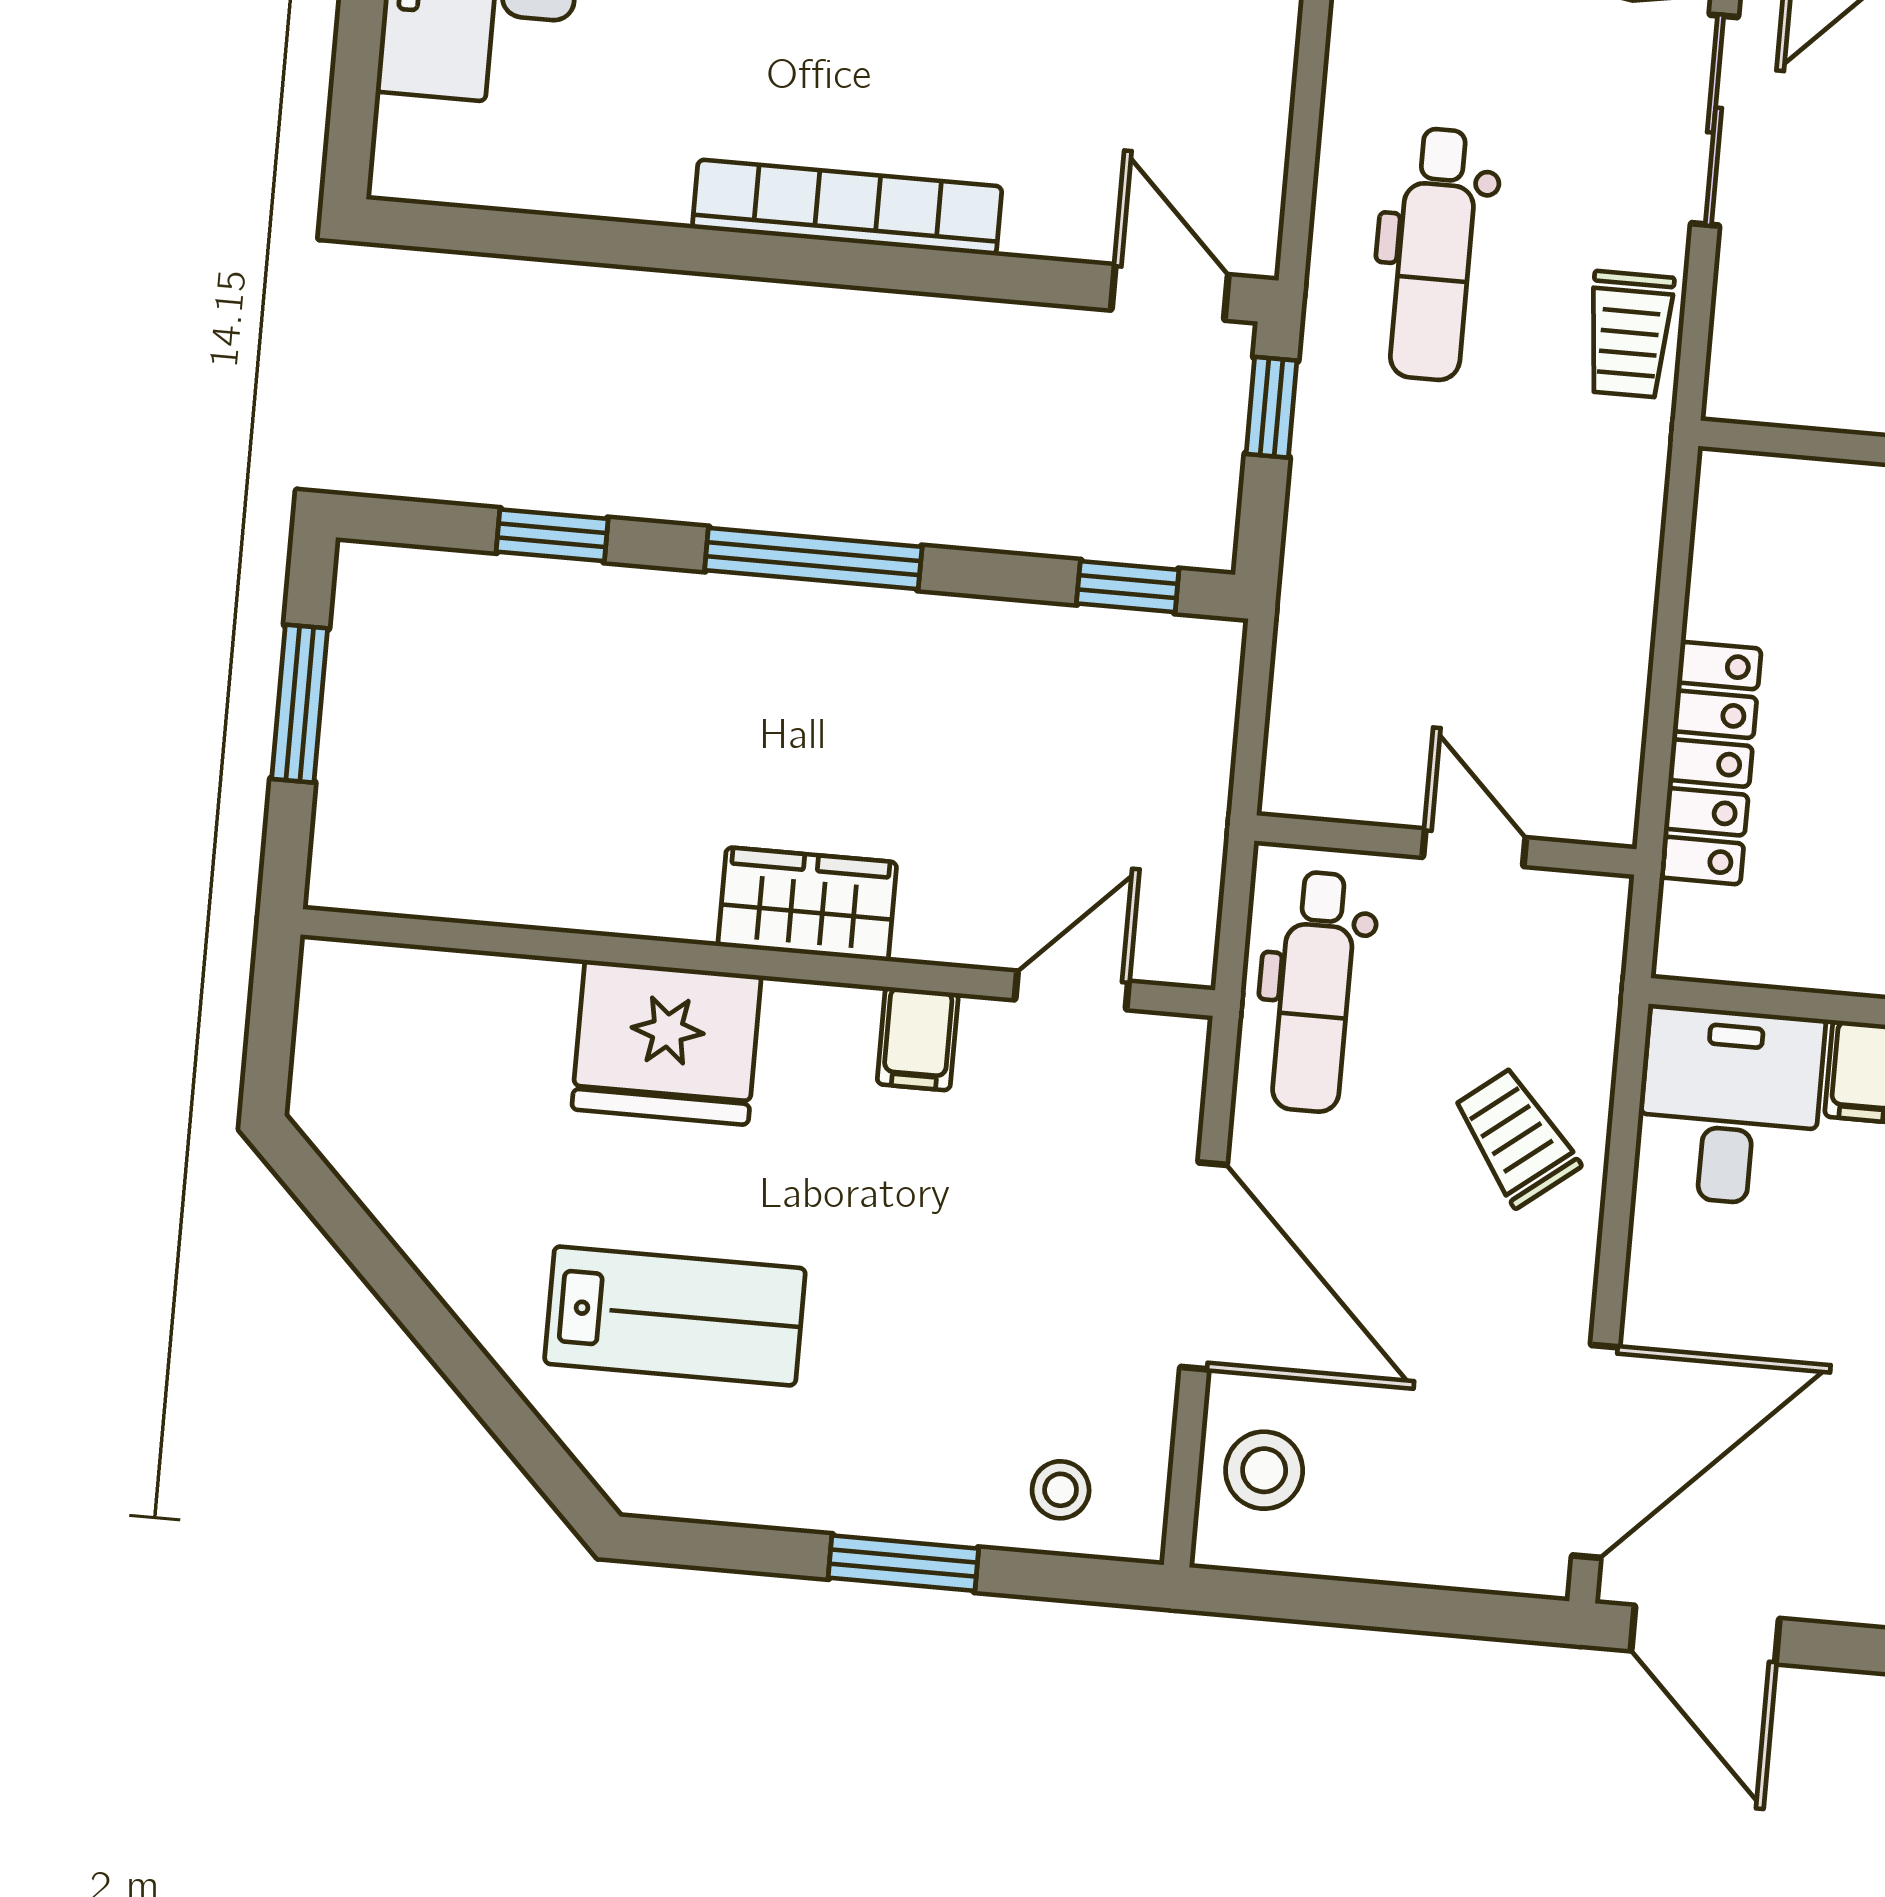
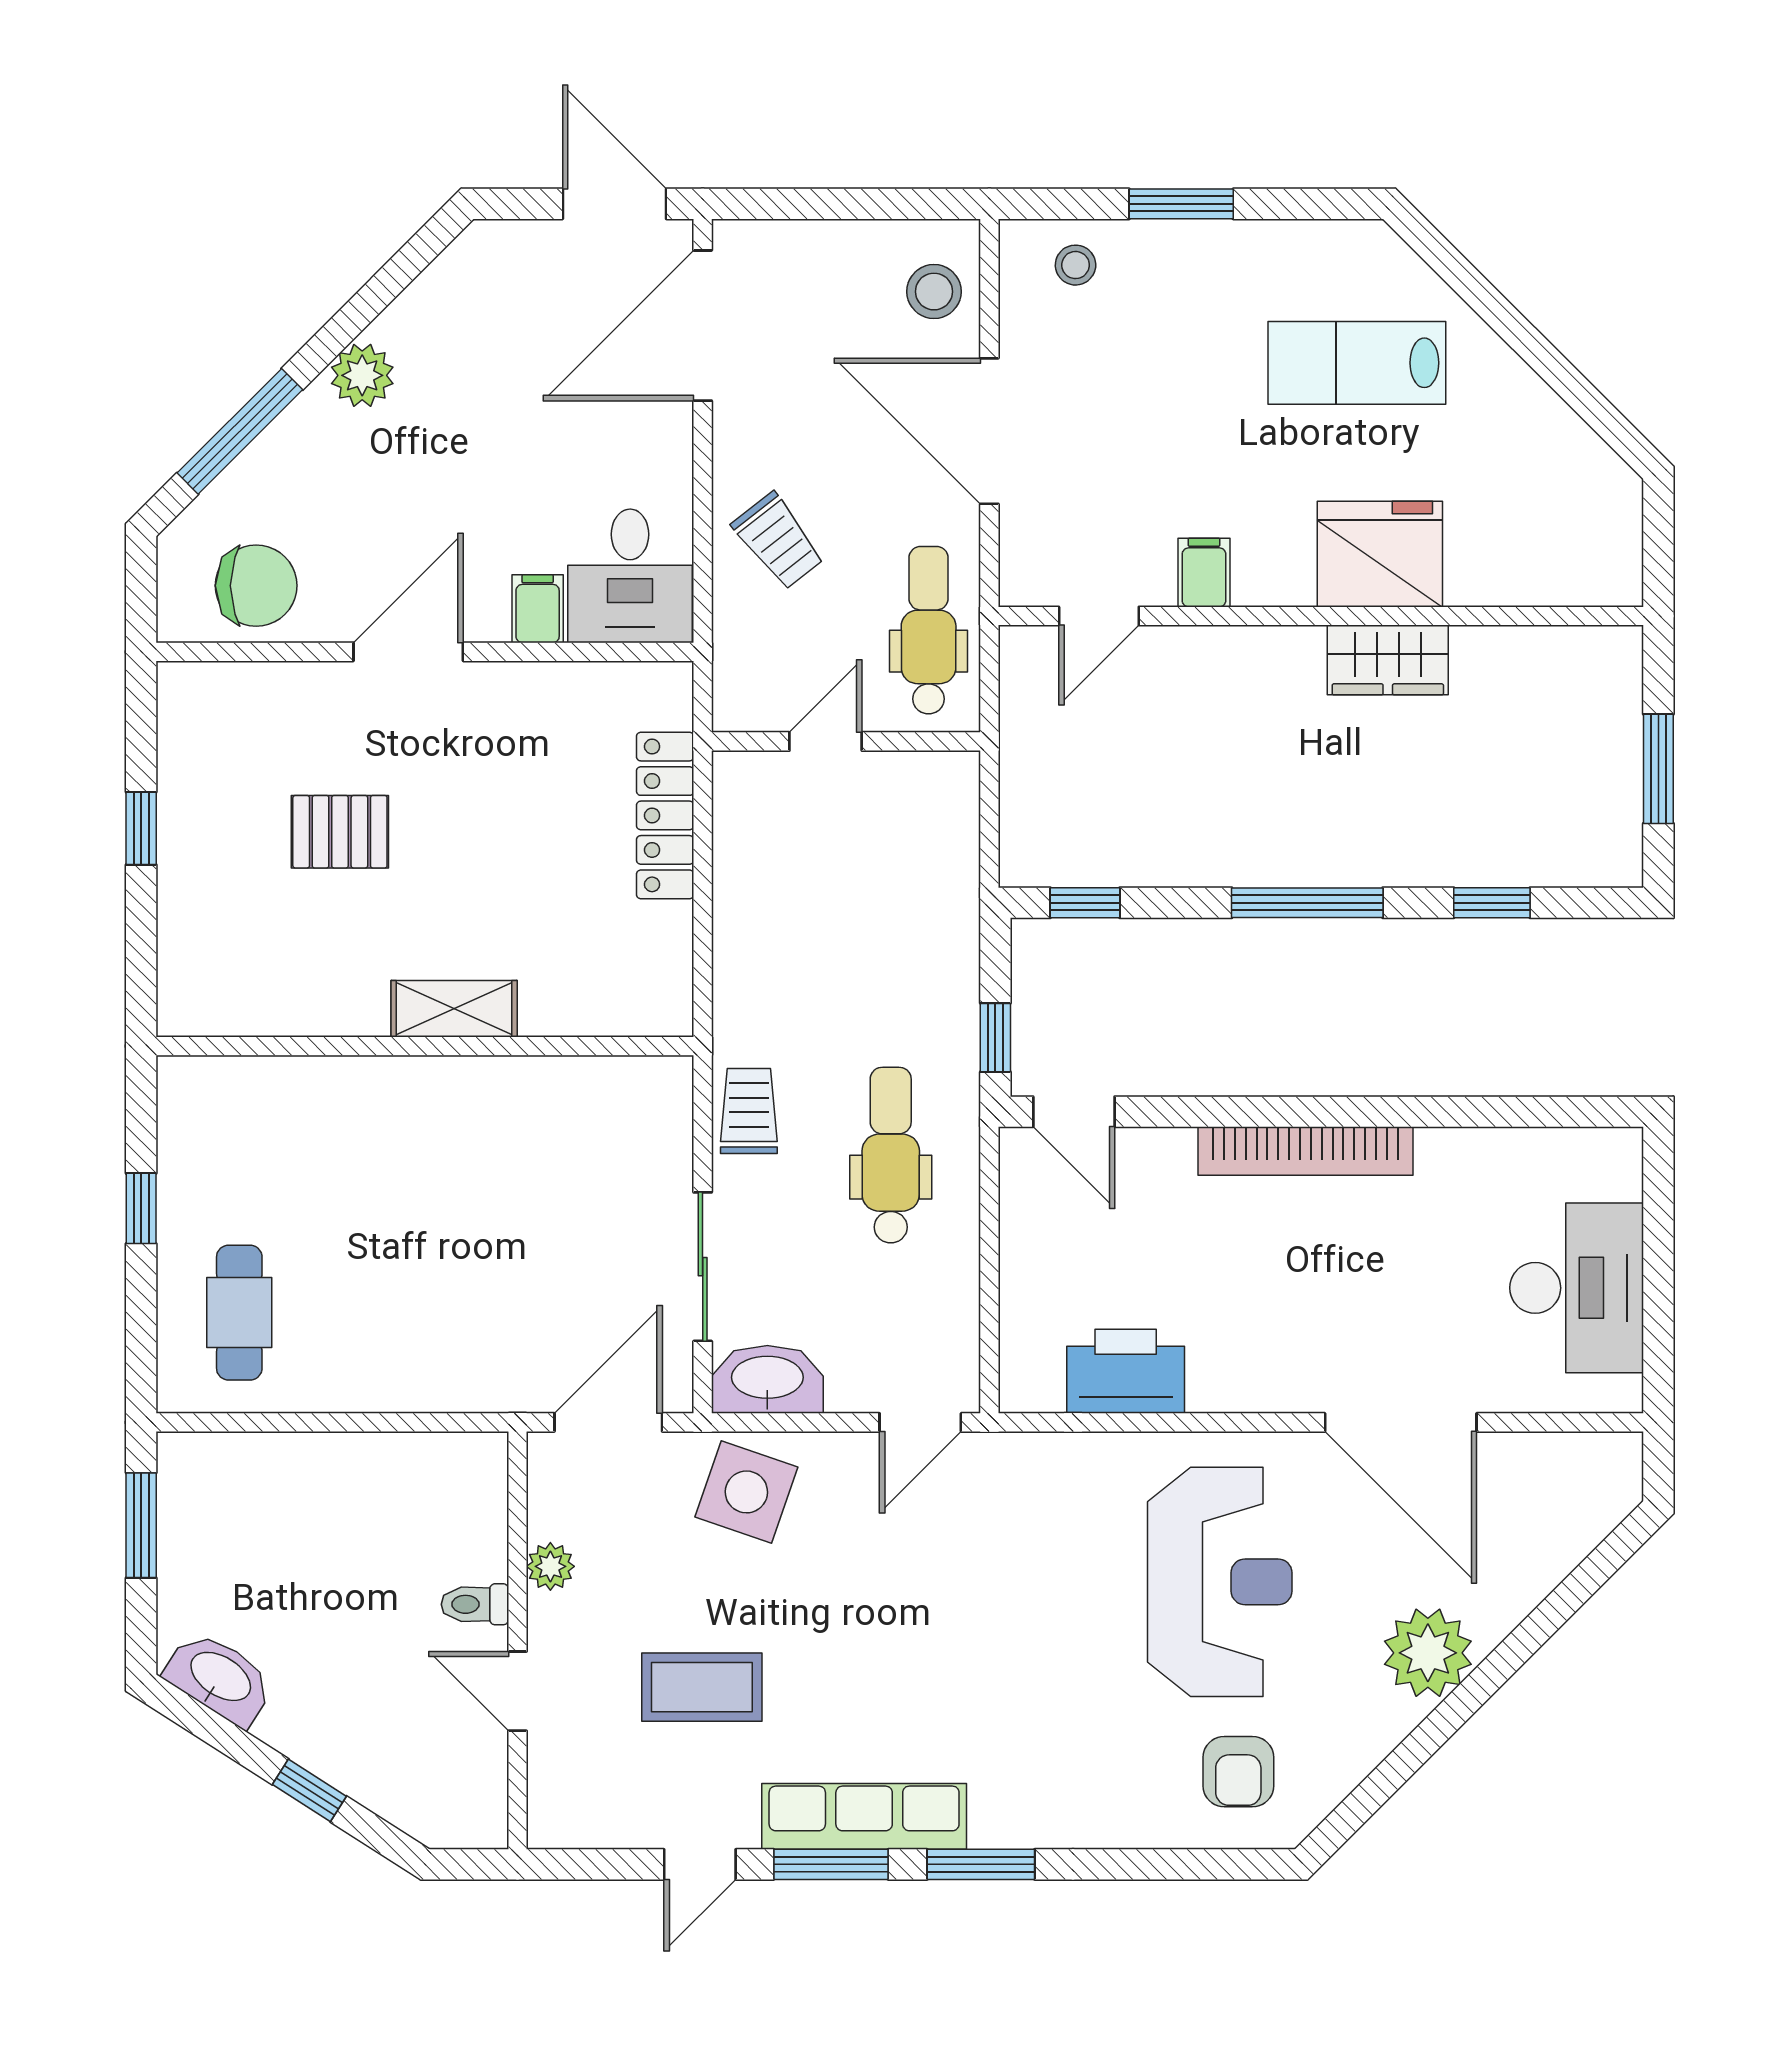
door: (1474, 848) -> (826, 741), swing flipped
wardrobe: (807, 904) -> (1388, 660), moved

